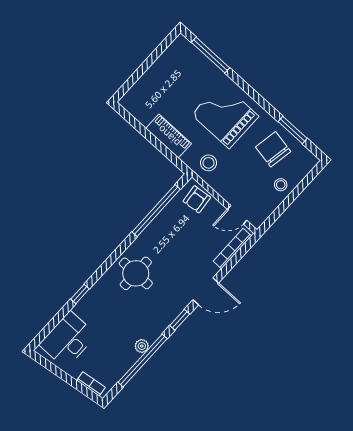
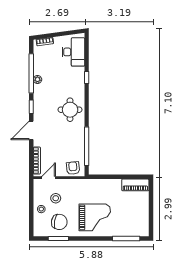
piano: (169, 136) -> (135, 185), moved
stool: (208, 163) -> (56, 198), moved

